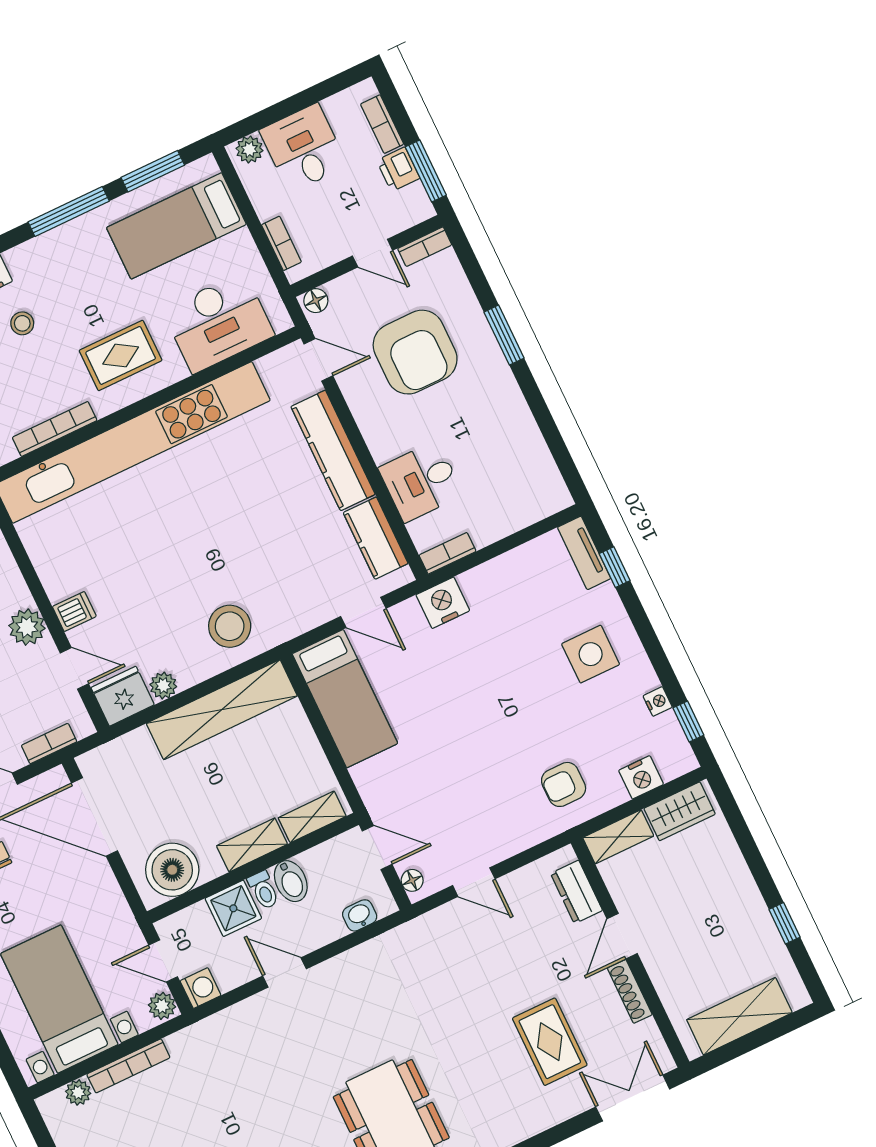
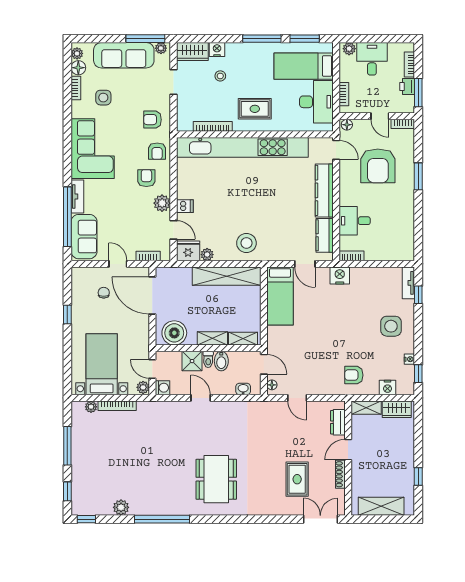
desk: (218, 323) -> (316, 102), moved, turned -90

